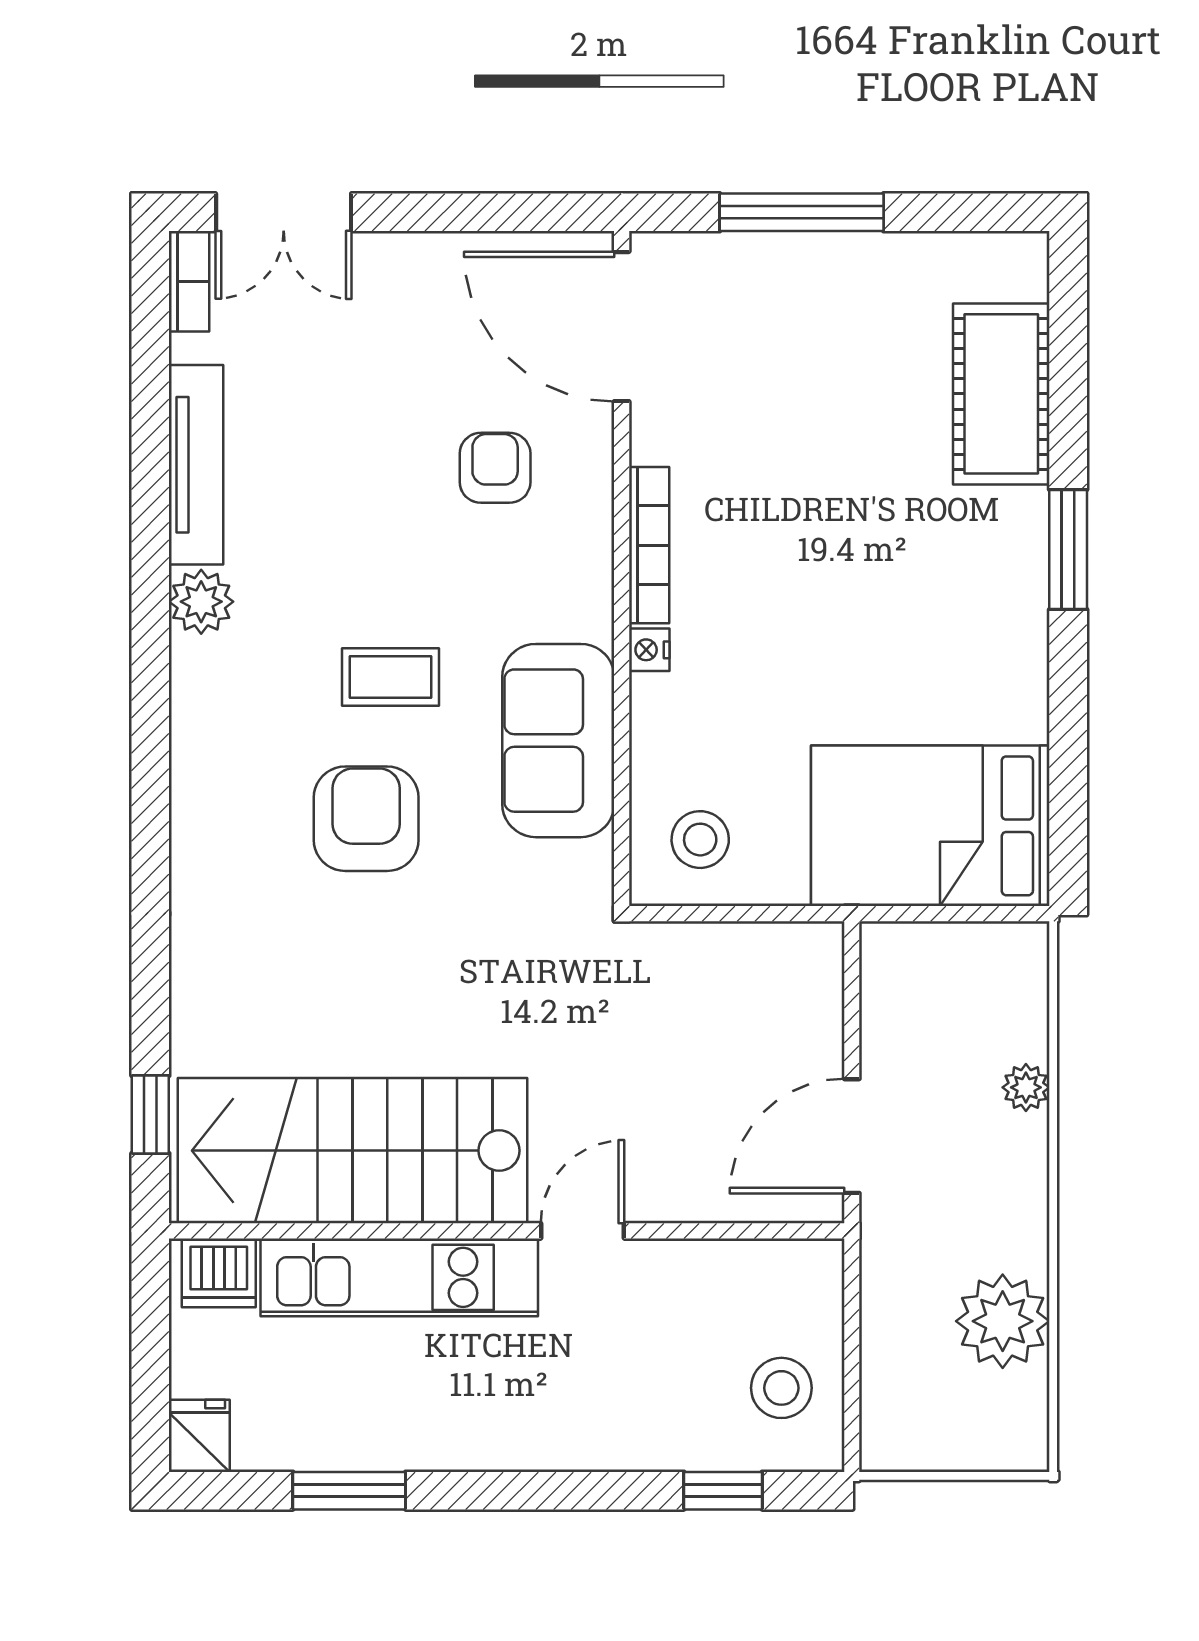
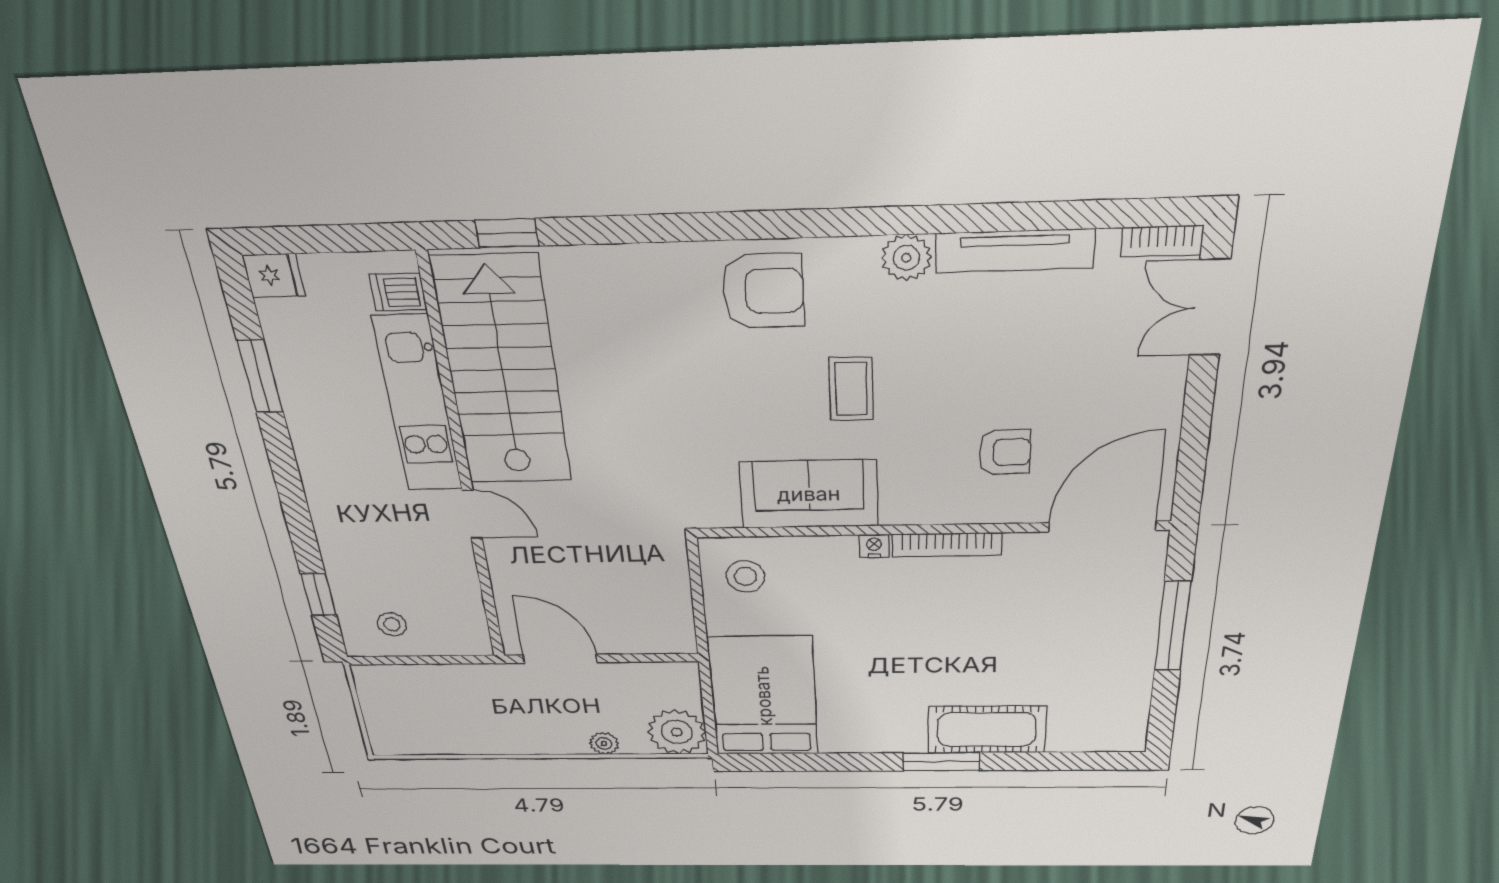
cot: (1001, 394) -> (987, 730), moved
armchair: (366, 819) -> (763, 291), moved
dishwasher: (219, 1273) -> (398, 292), width x0.73
plant: (1003, 1321) -> (677, 732), moved
stool: (781, 1388) -> (392, 624), width x0.73, depth x0.73

